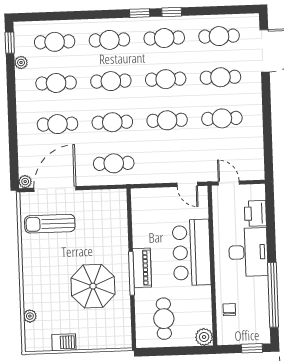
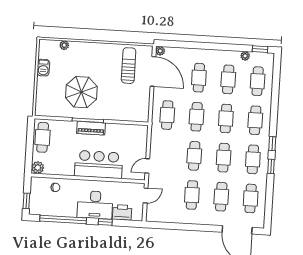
window: (271, 236) -> (105, 222), added
cafe table: (164, 319) -> (43, 137), moved, turned 90

